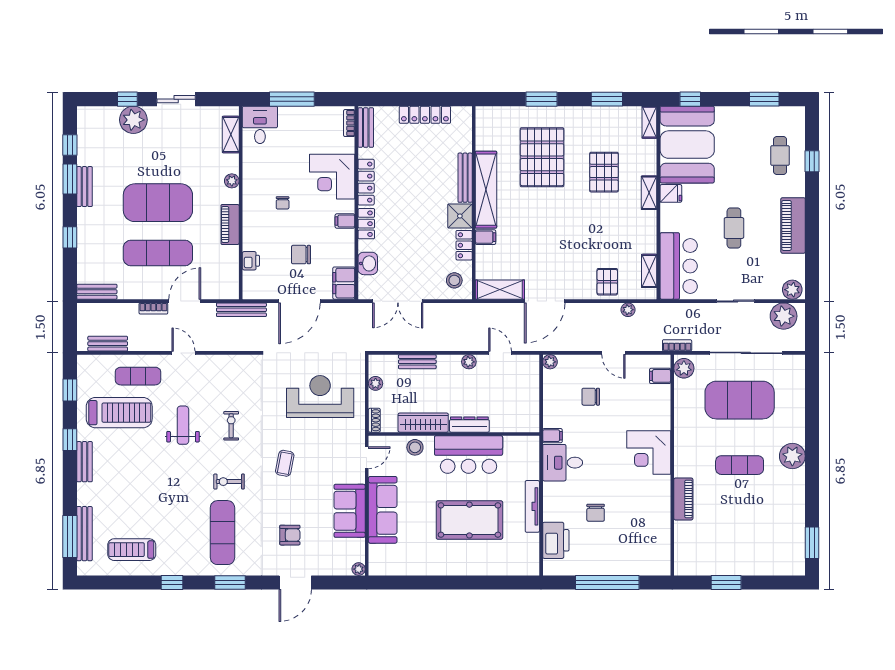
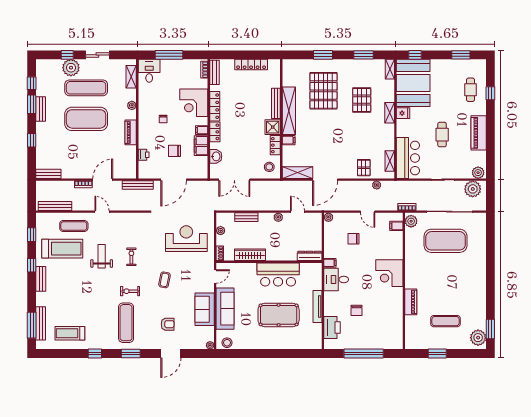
exercise mat: (158, 253) -> (86, 88), moved
filing cabinet: (344, 283) -> (201, 146), moved
bench: (108, 344) -> (55, 206), width x1.36
dresser: (469, 425) -> (310, 256), moved
stool: (415, 447) -> (227, 343), moved
plant: (792, 456) -> (478, 338), moved
exercise mat: (740, 465) -> (446, 321), moved

